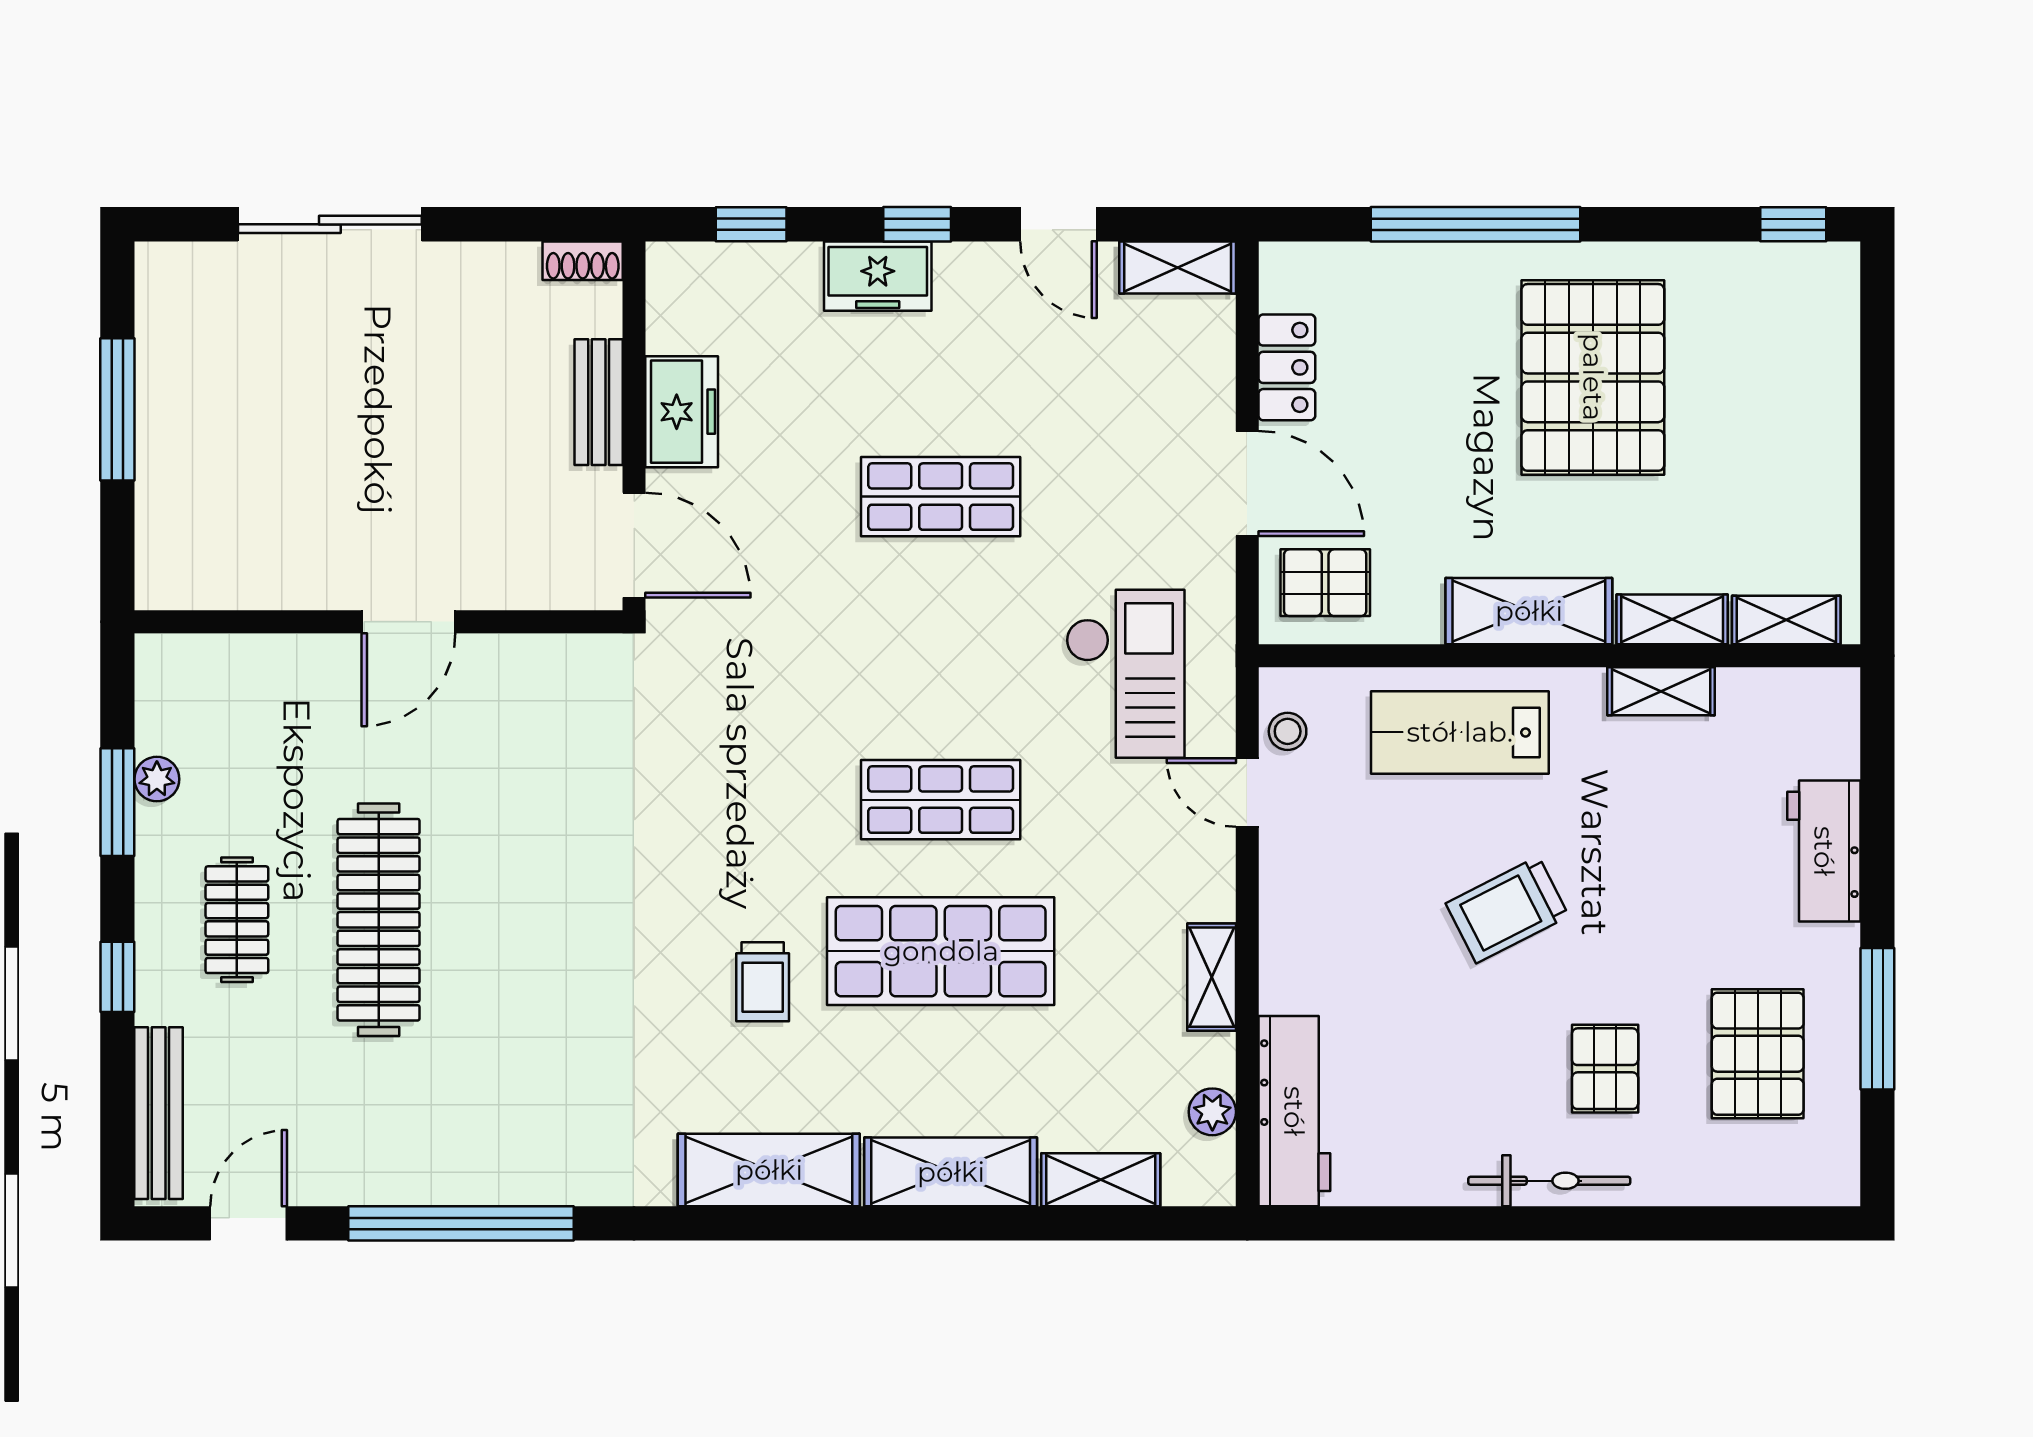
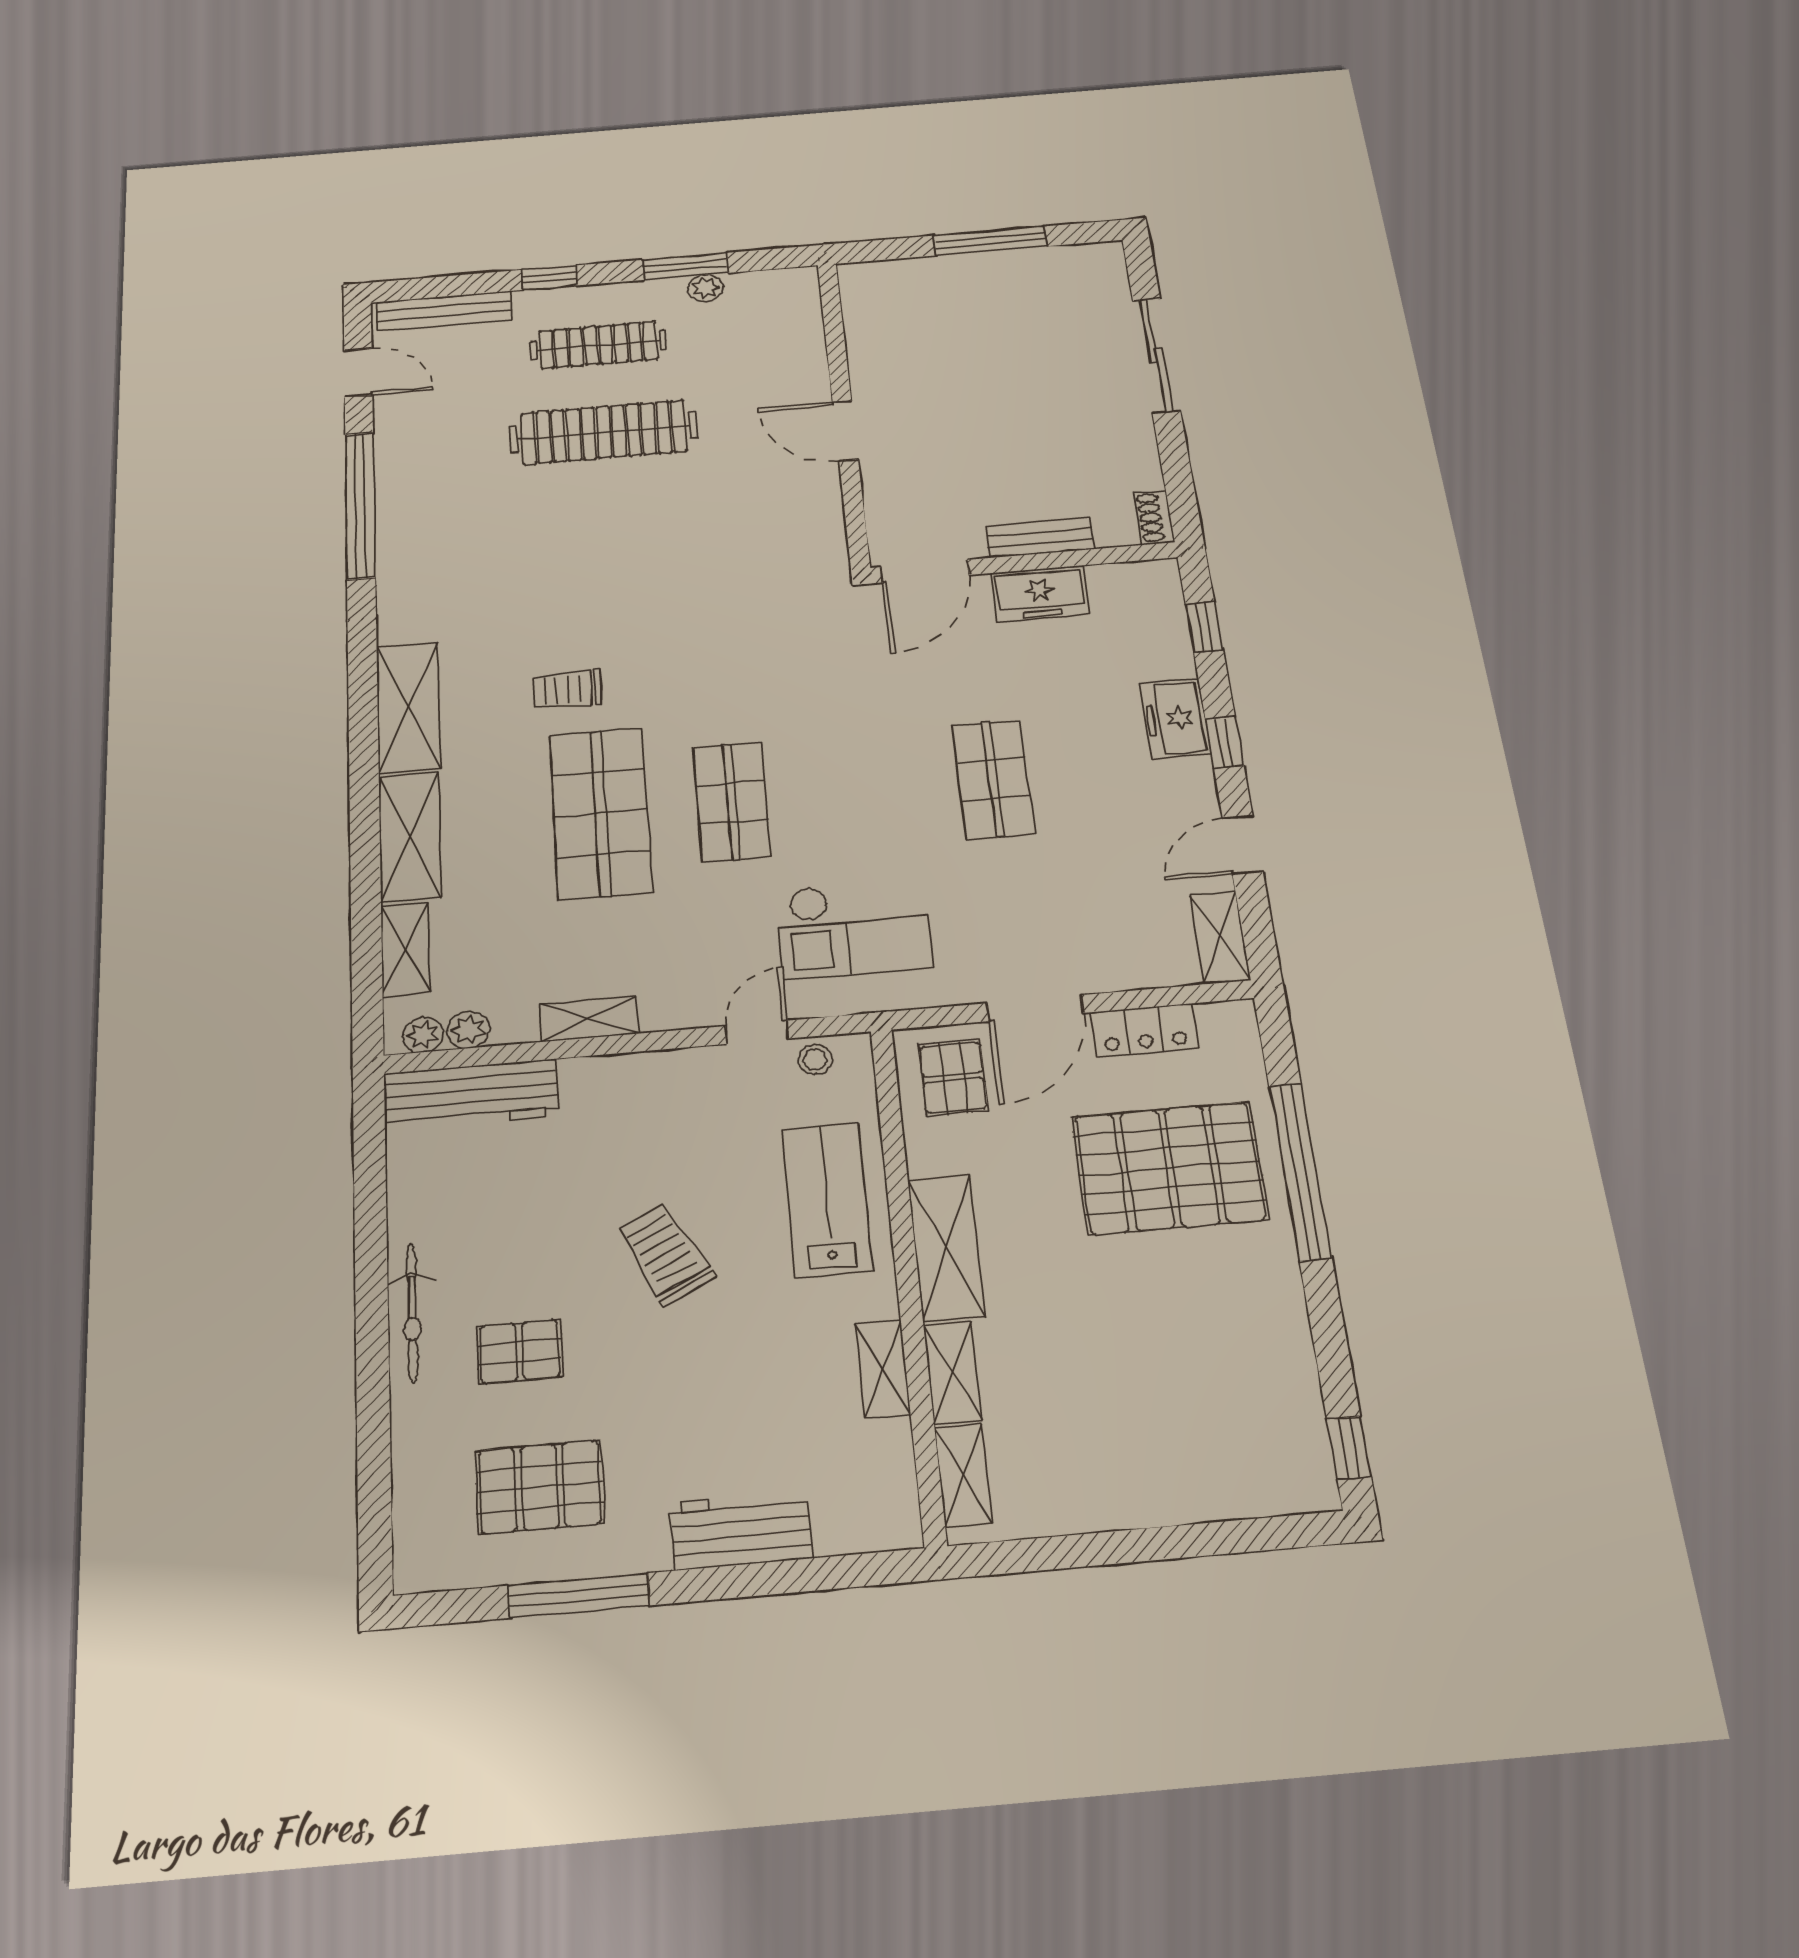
pallet: (1593, 377) -> (1169, 1168), moved
clothes rail: (237, 920) -> (598, 345), width x1.36
plant: (1214, 1162) -> (423, 1035), added

